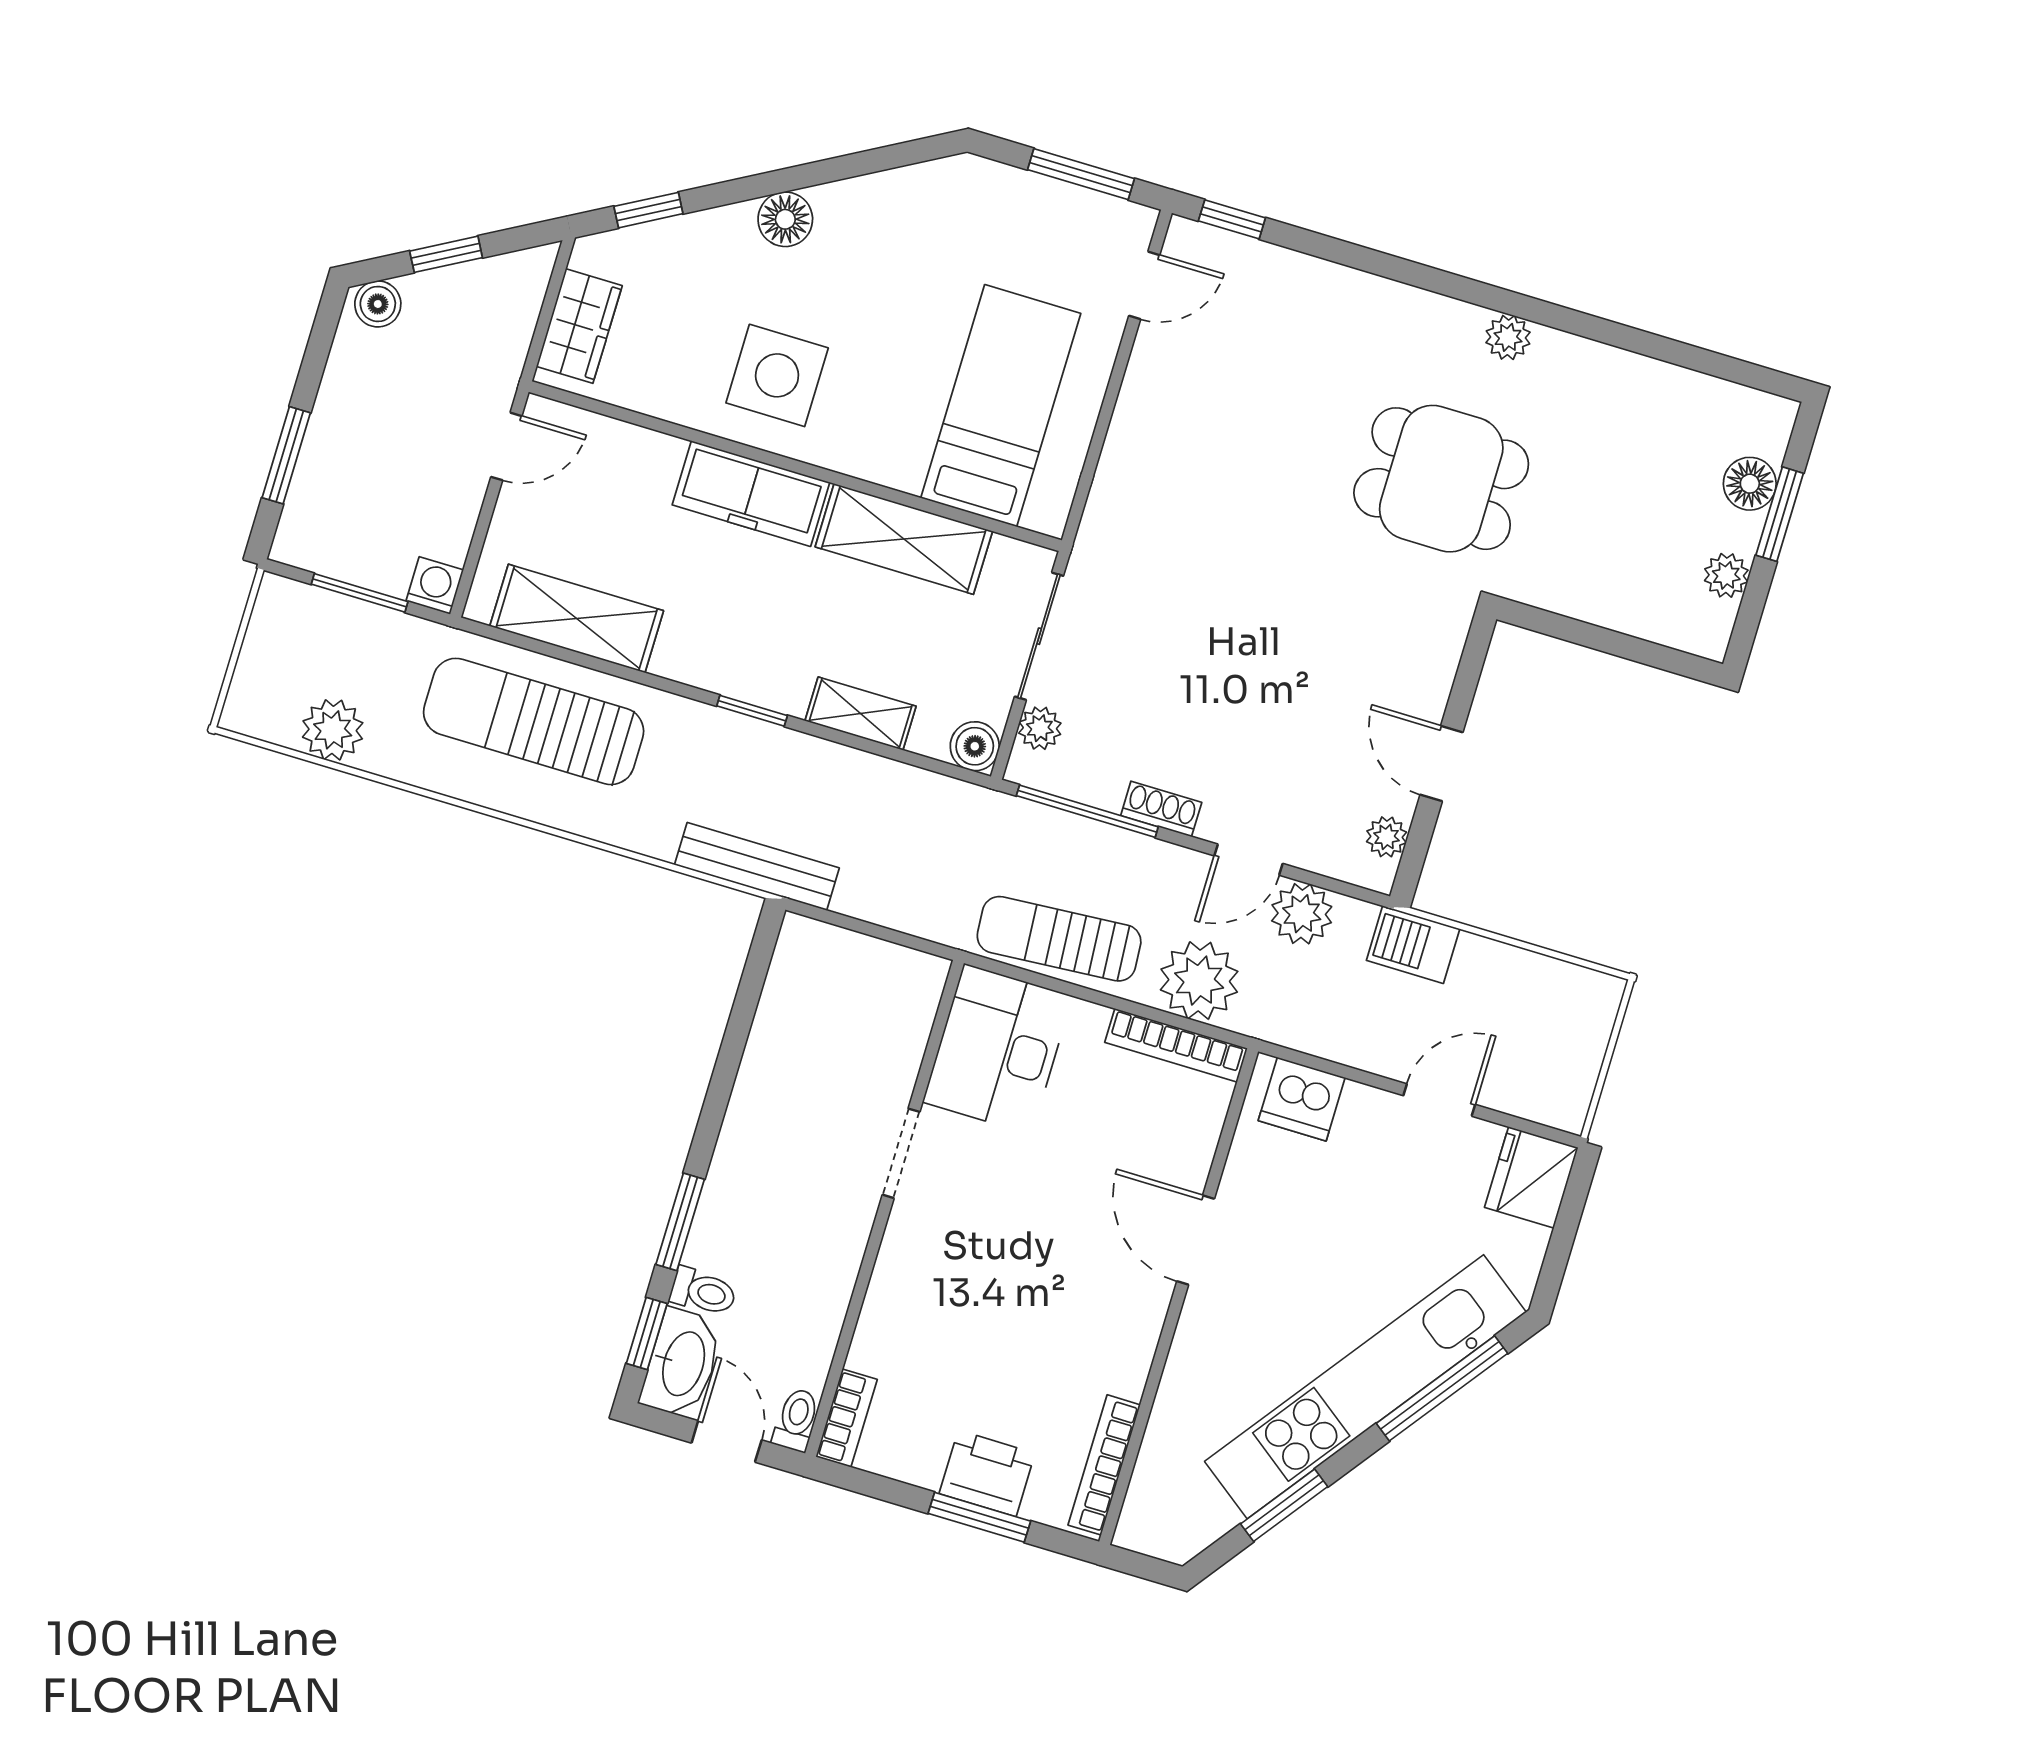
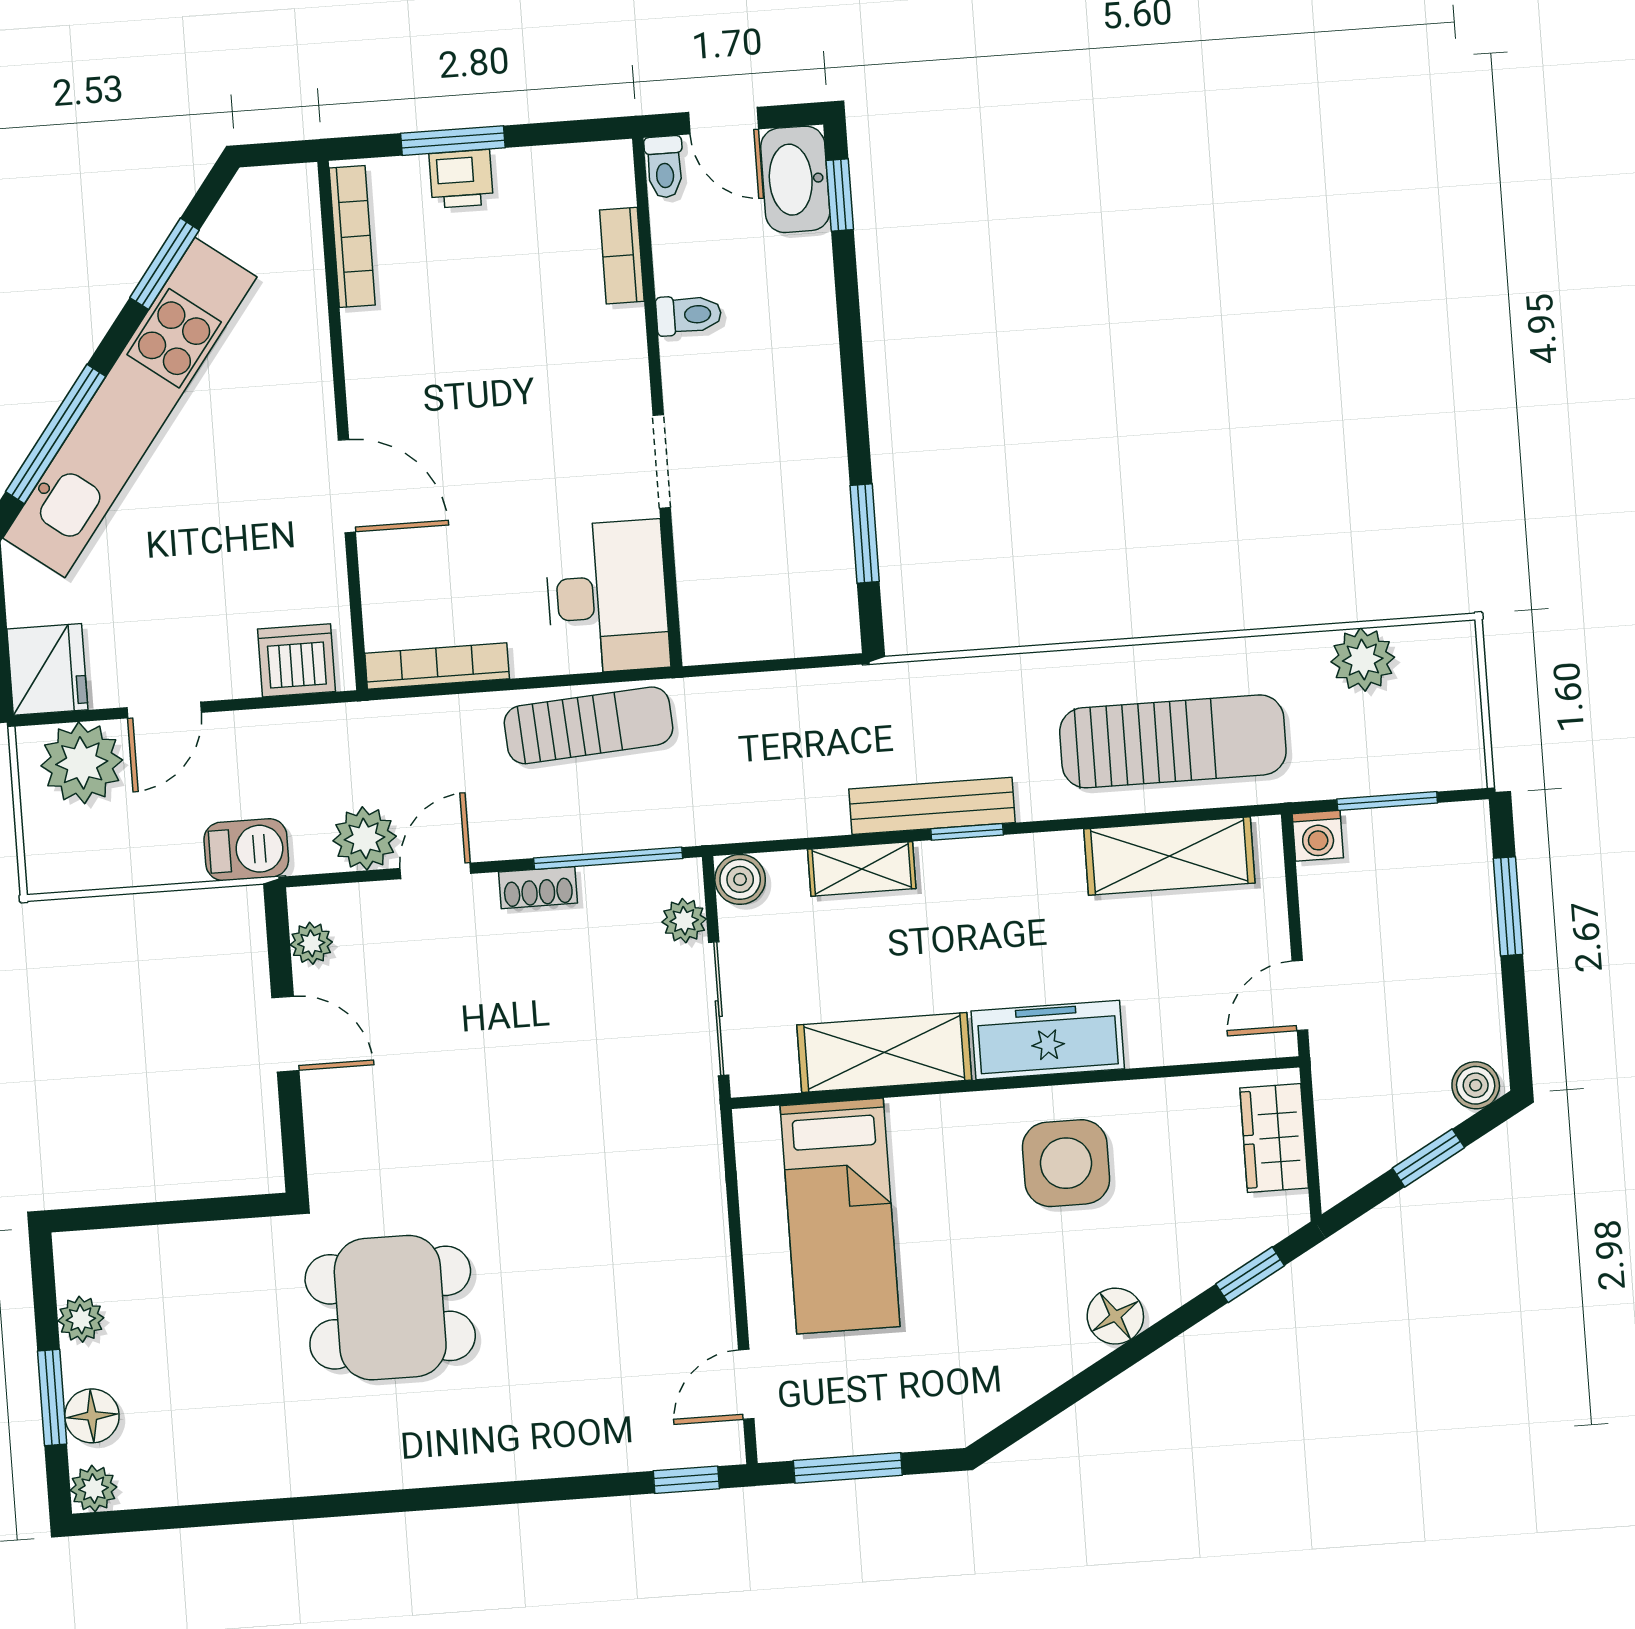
plant: (1508, 337) -> (94, 1489), moved
bench: (757, 866) -> (932, 806), moved
plant: (1199, 981) -> (82, 763), moved
window: (680, 1222) -> (865, 534), moved
toilet: (703, 1292) -> (689, 315), moved, turned 180
bookcase: (847, 1418) -> (622, 256), moved
printer: (987, 1473) -> (461, 179), width x0.73, depth x0.81

